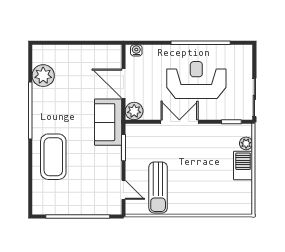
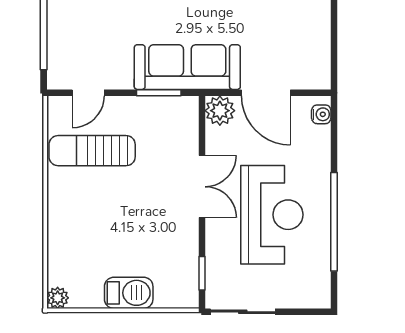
door: (123, 84) -> (266, 93), swing flipped
sofa: (108, 122) -> (187, 67), width x1.36
plant: (246, 143) -> (58, 298), moved

